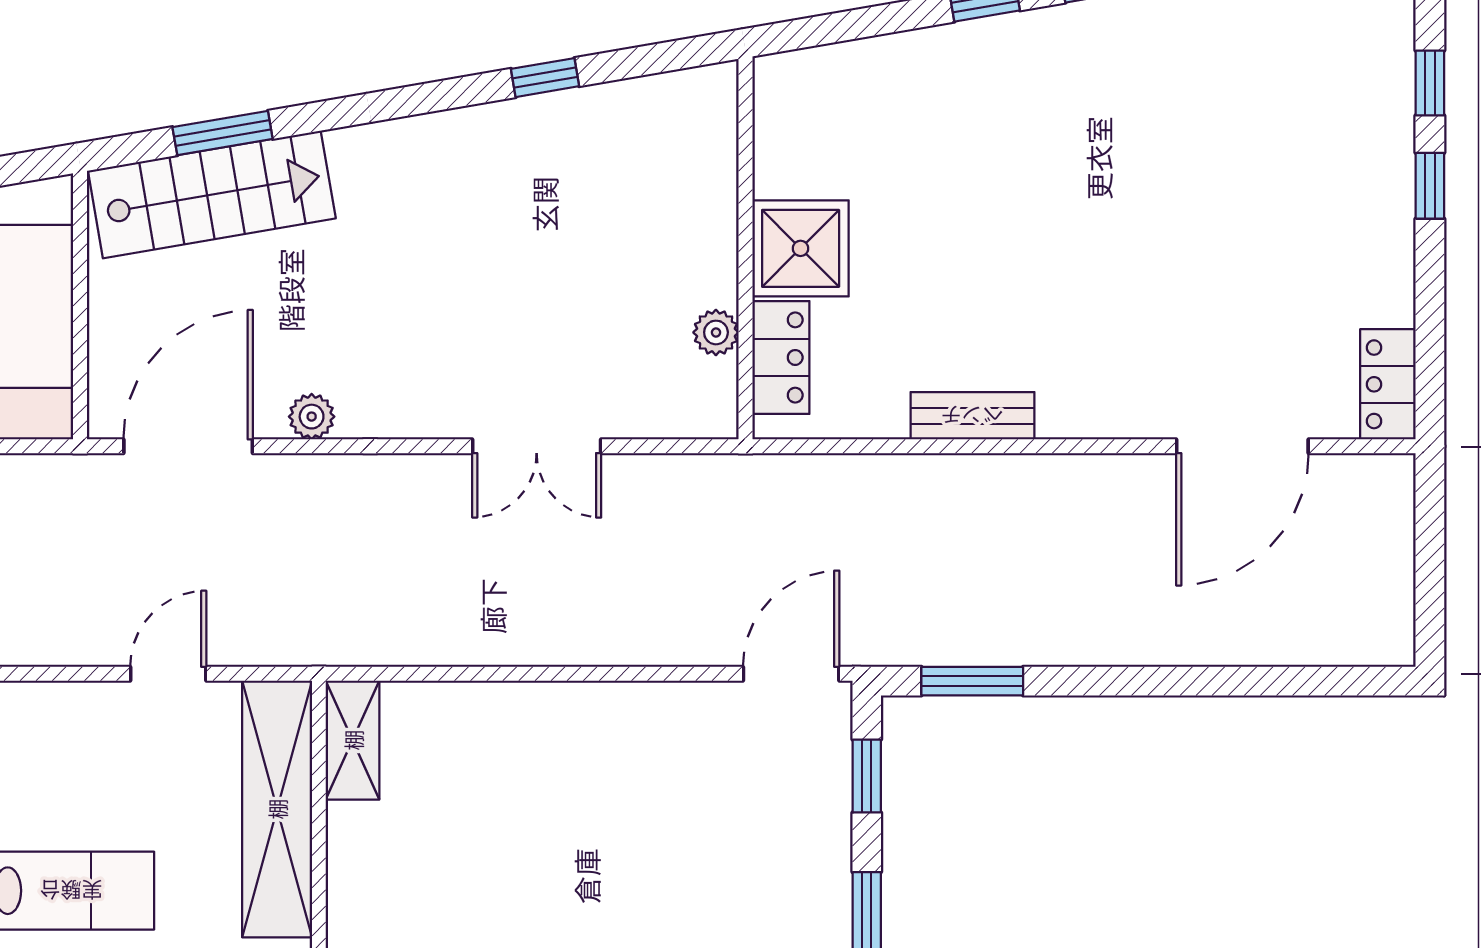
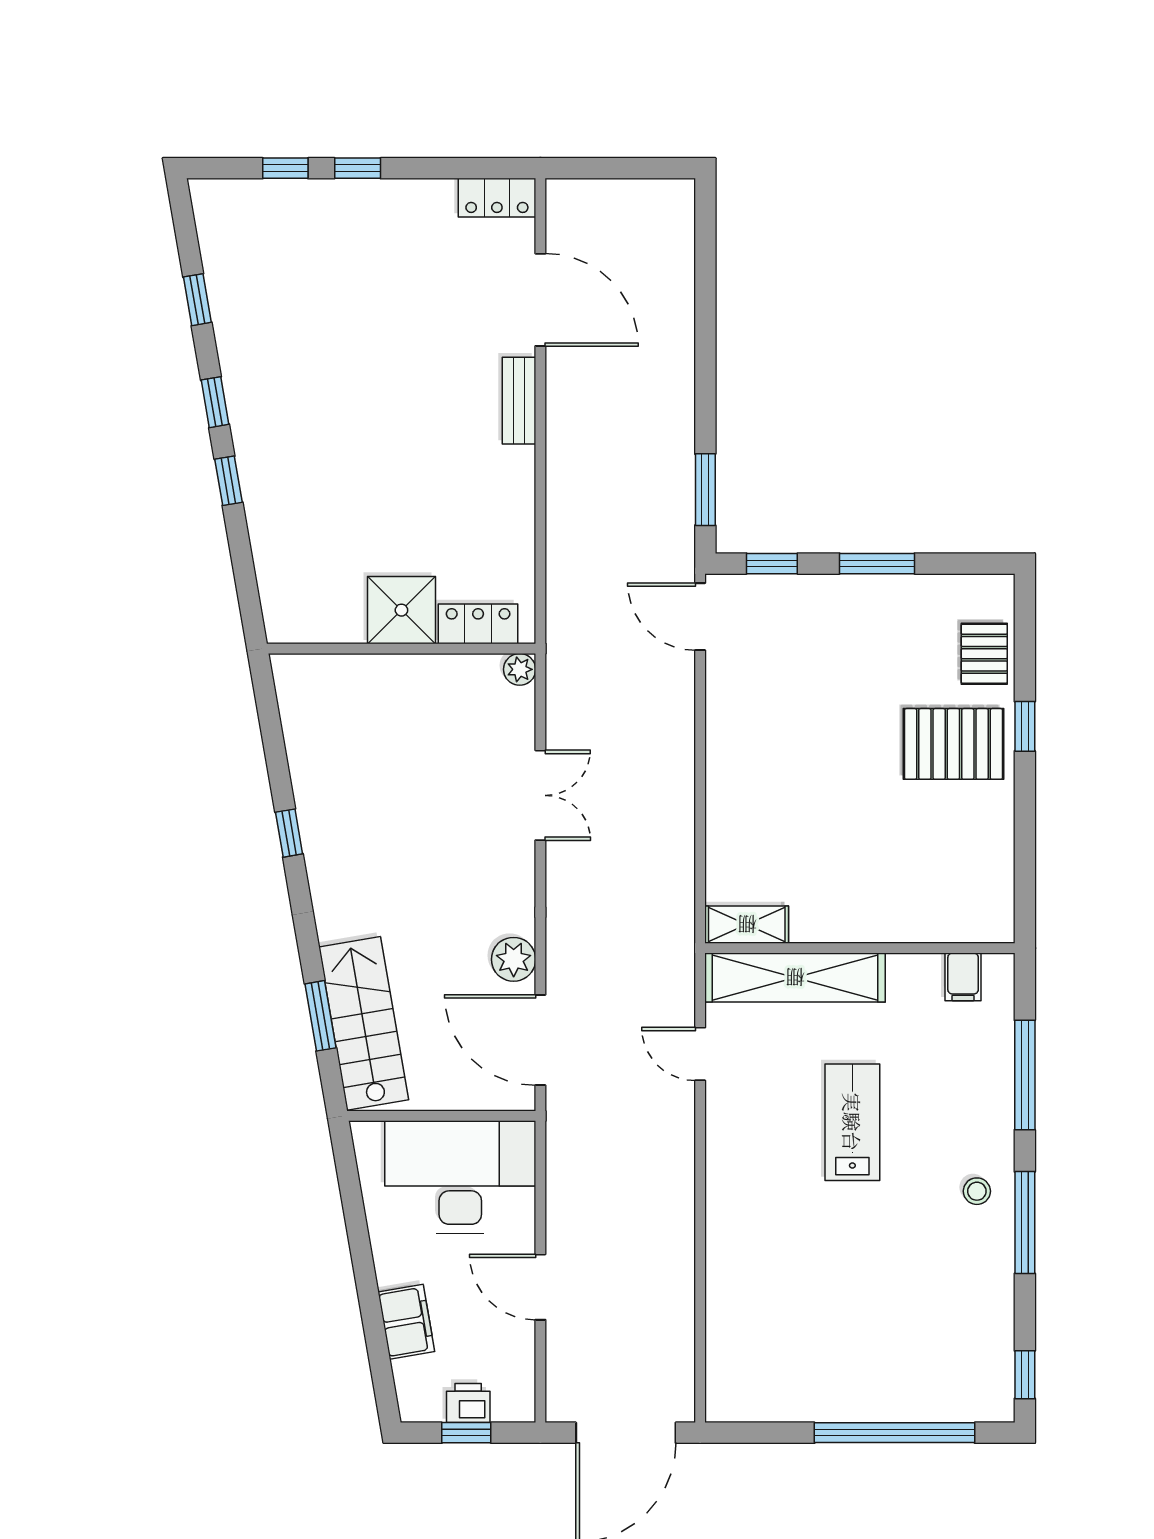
window: (545, 78) -> (289, 833), moved
plant: (716, 332) -> (520, 669), moved
bench: (972, 416) -> (519, 401), moved
plant: (312, 417) -> (514, 959), width x1.38, depth x1.38

